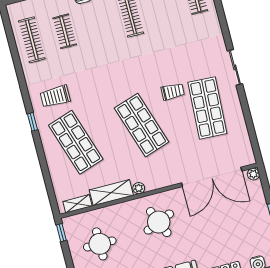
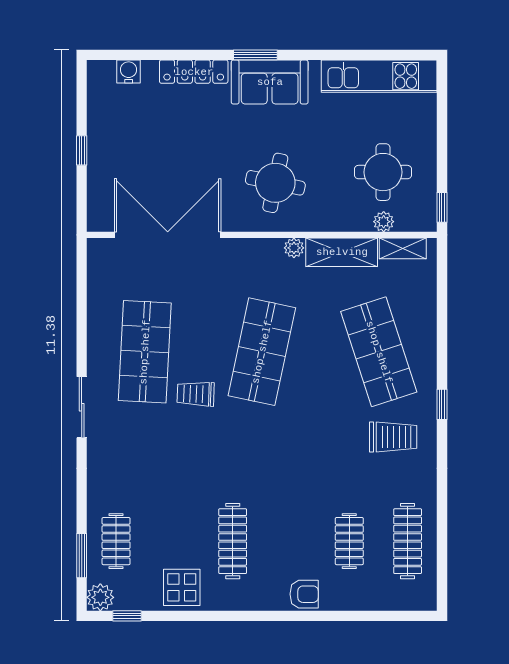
shop shelf: (142, 125) -> (262, 352), turned 30
plant: (253, 174) -> (384, 222), moved
round table: (159, 222) -> (275, 183), turned 35

